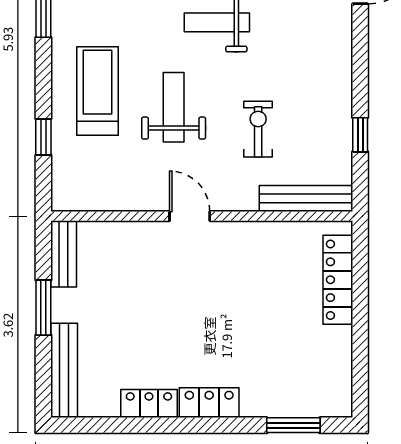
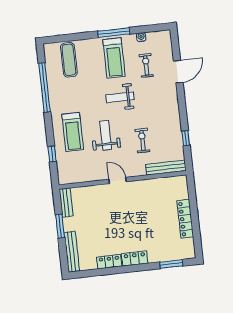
treadmill: (98, 91) -> (73, 132), turned 180
locker: (338, 280) -> (185, 219), moved

